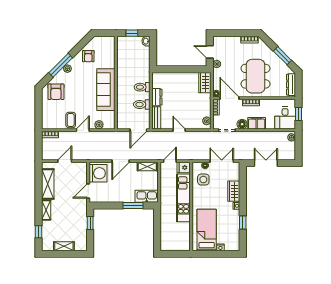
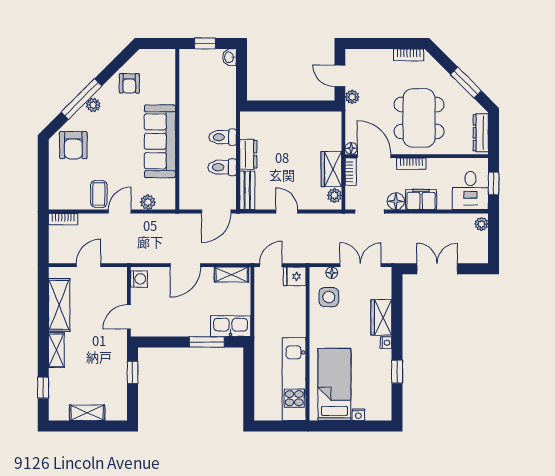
wardrobe: (205, 83) -> (331, 169), moved
washing machine: (98, 173) -> (139, 279), width x0.53, depth x0.53
kitchen unit: (183, 198) -> (294, 379), moved

